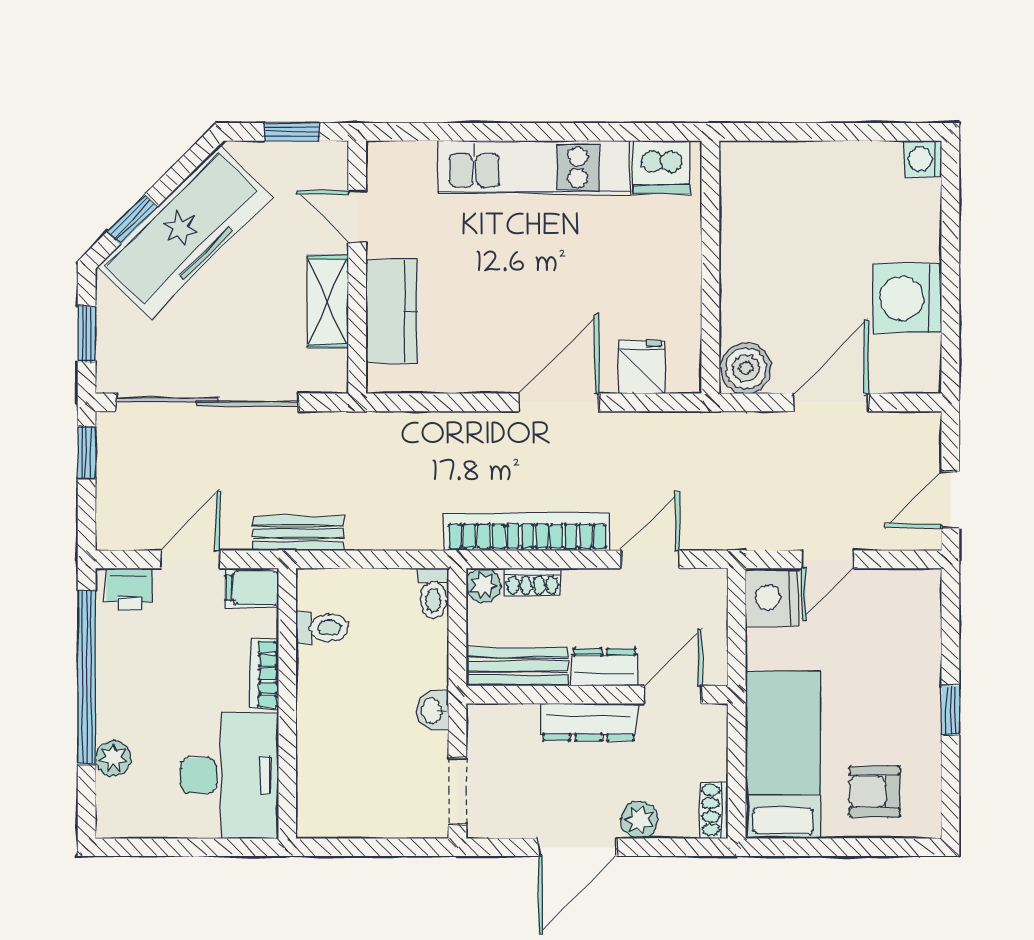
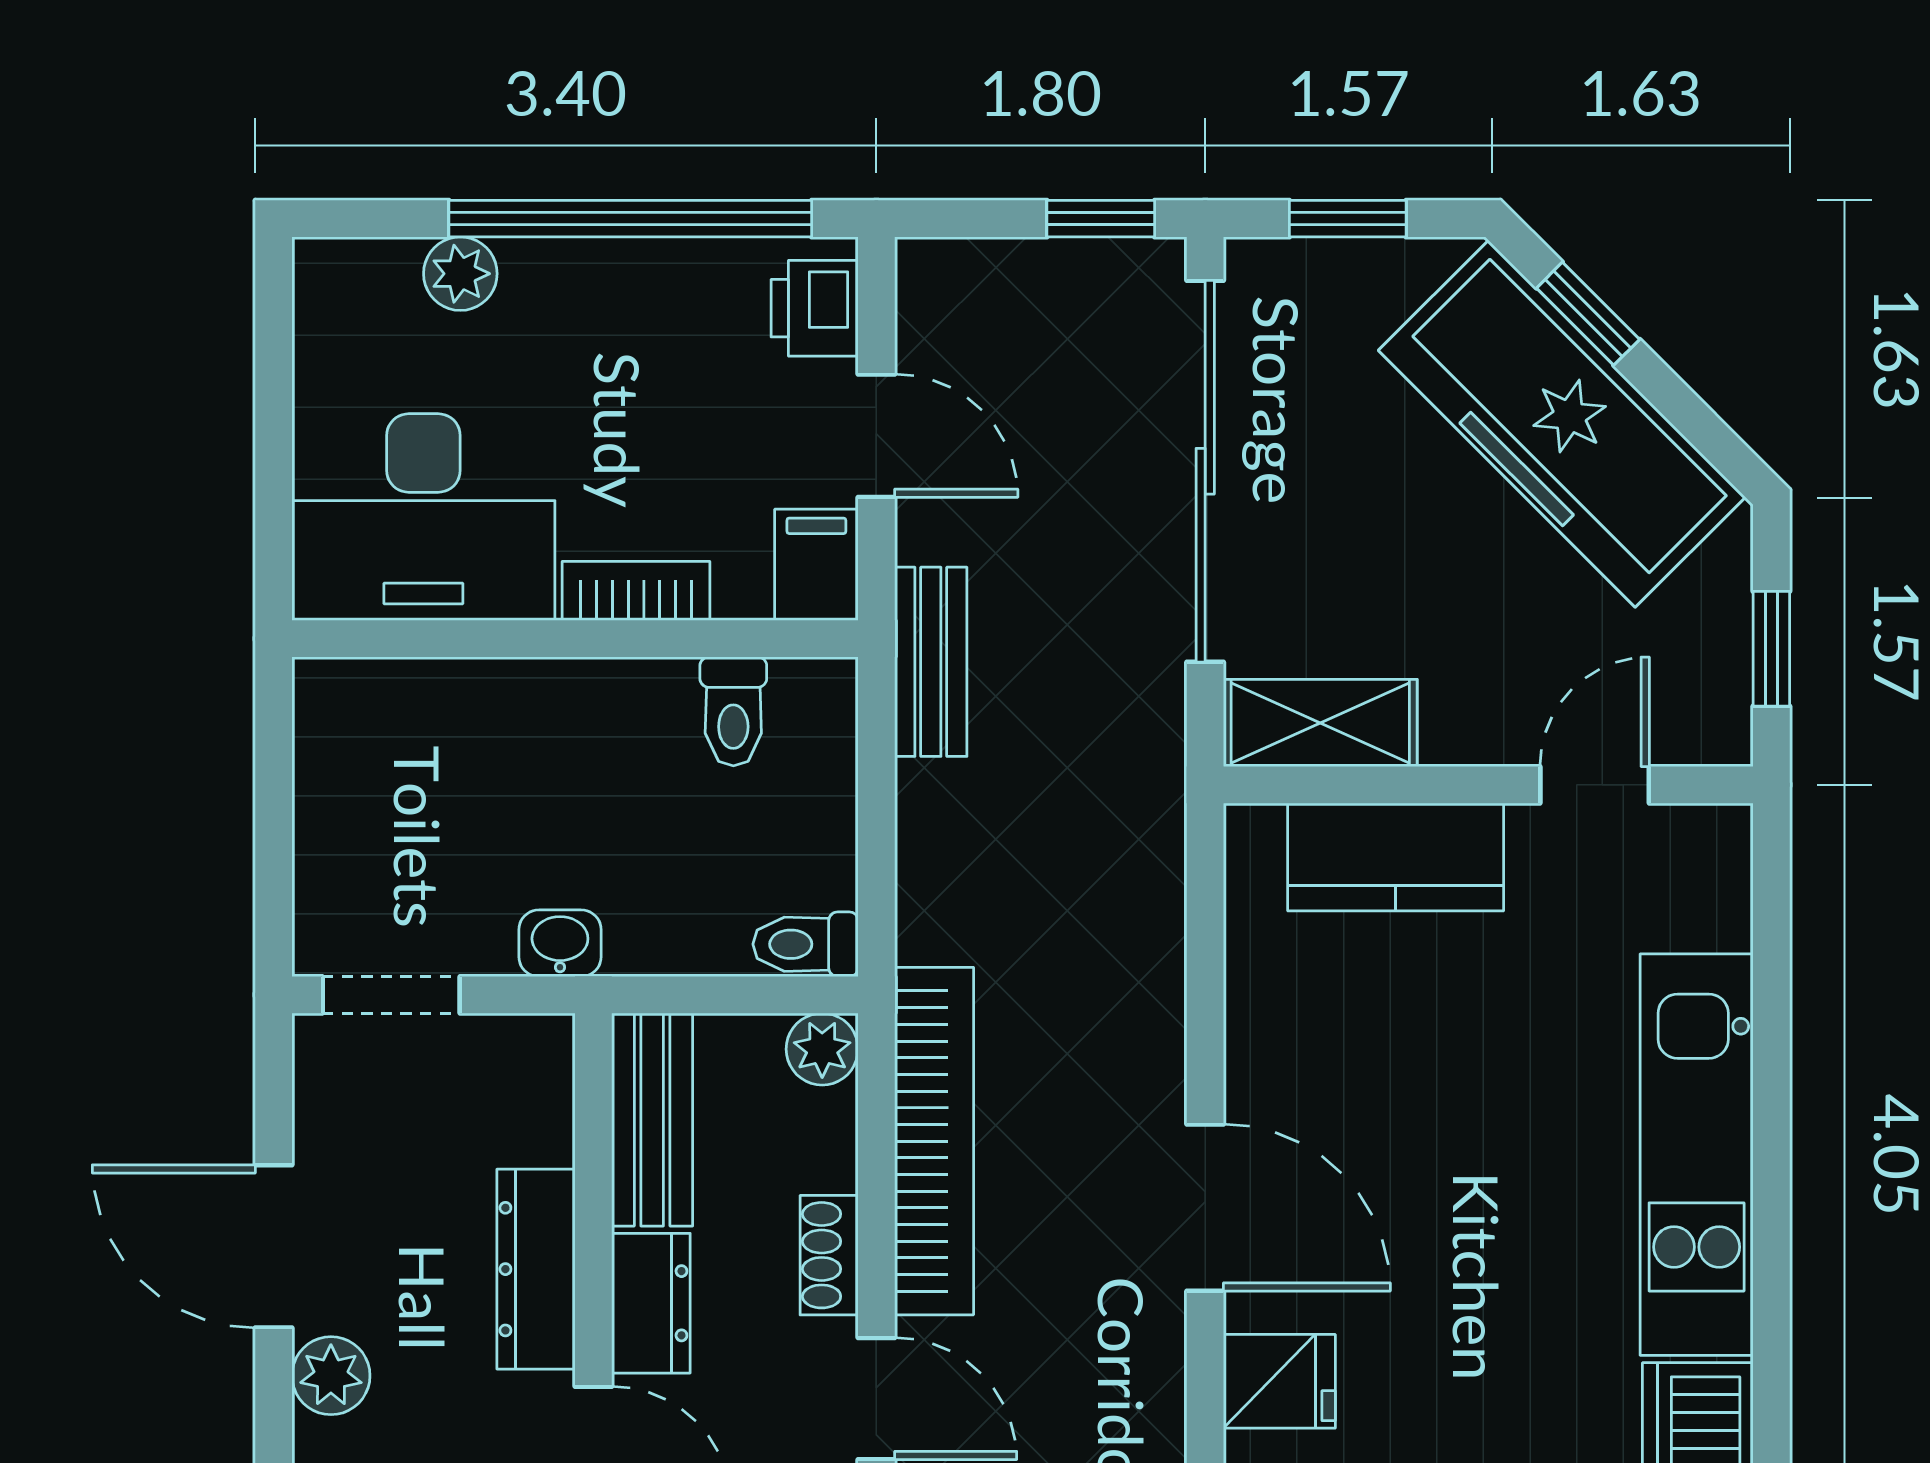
shelving: (328, 302) -> (1320, 723), moved
shoe rack: (533, 582) -> (829, 1255), moved

